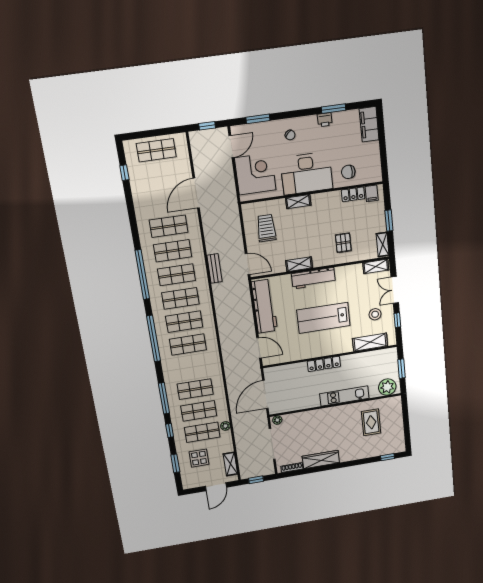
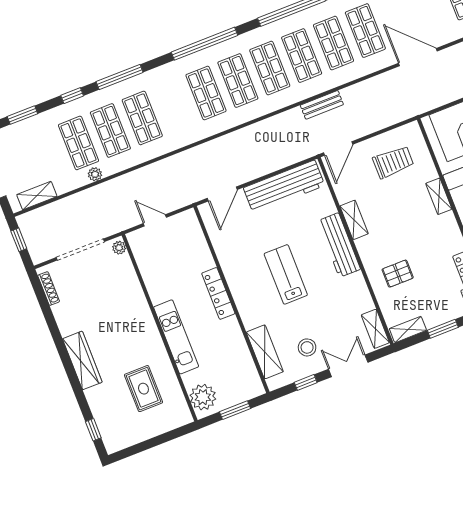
lab bench: (323, 318) -> (286, 274), width x0.73, depth x0.72
door: (265, 394) -> (155, 220), width x0.53
rug: (371, 422) -> (143, 389), turned 90
display table: (199, 458) -> (37, 147), removed
wardrobe: (321, 459) -> (82, 360), moved

